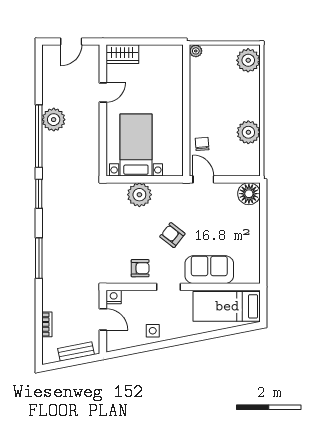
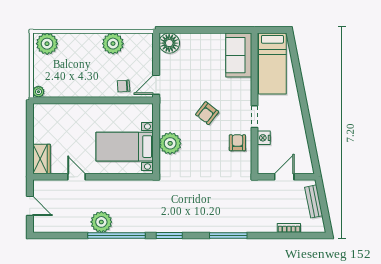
sofa: (209, 270) -> (239, 55), moved
nightstand: (114, 297) -> (264, 138), moved
side table: (153, 331) -> (295, 131), removed

